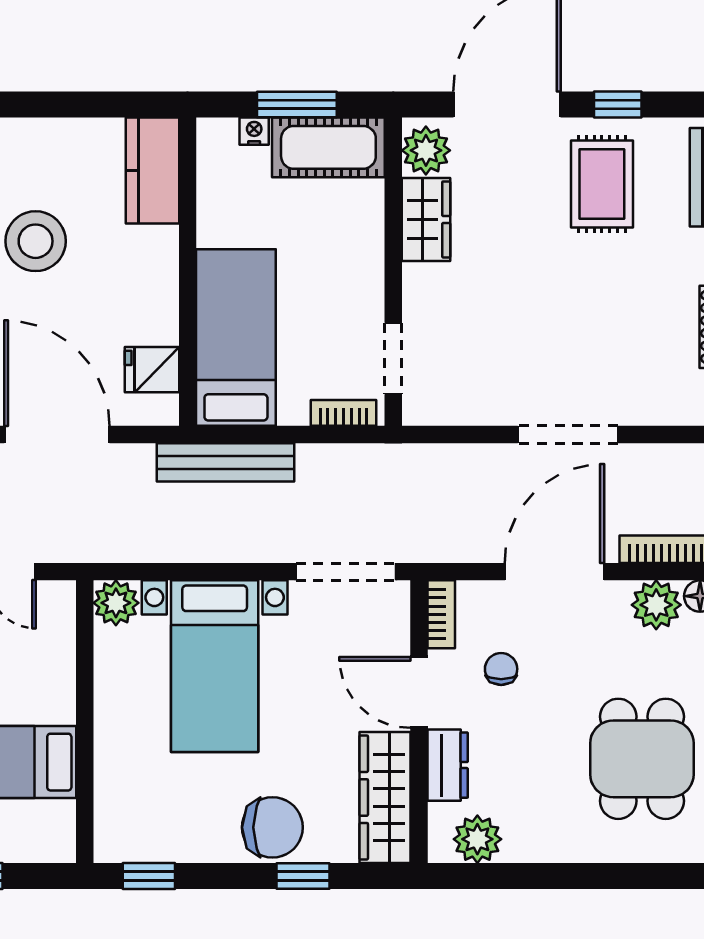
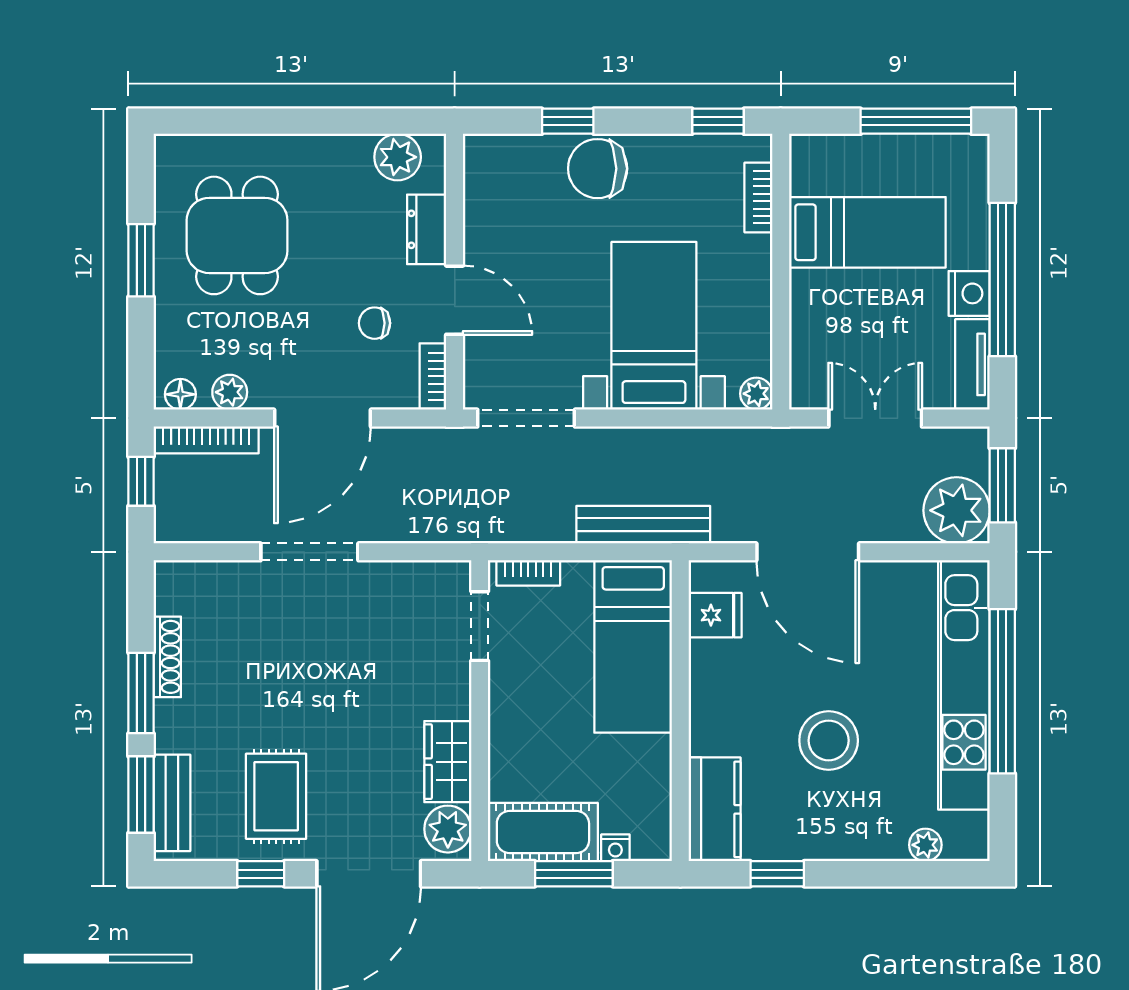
window: (88, 105) -> (777, 874), added
plant: (116, 603) -> (756, 394), width x0.73, depth x0.73
plant: (656, 605) -> (230, 392), width x0.73, depth x0.73
chair: (501, 669) -> (375, 323), turned 90
wardrobe: (385, 797) -> (488, 198), removed
bookcase: (108, 798) -> (758, 197), added

